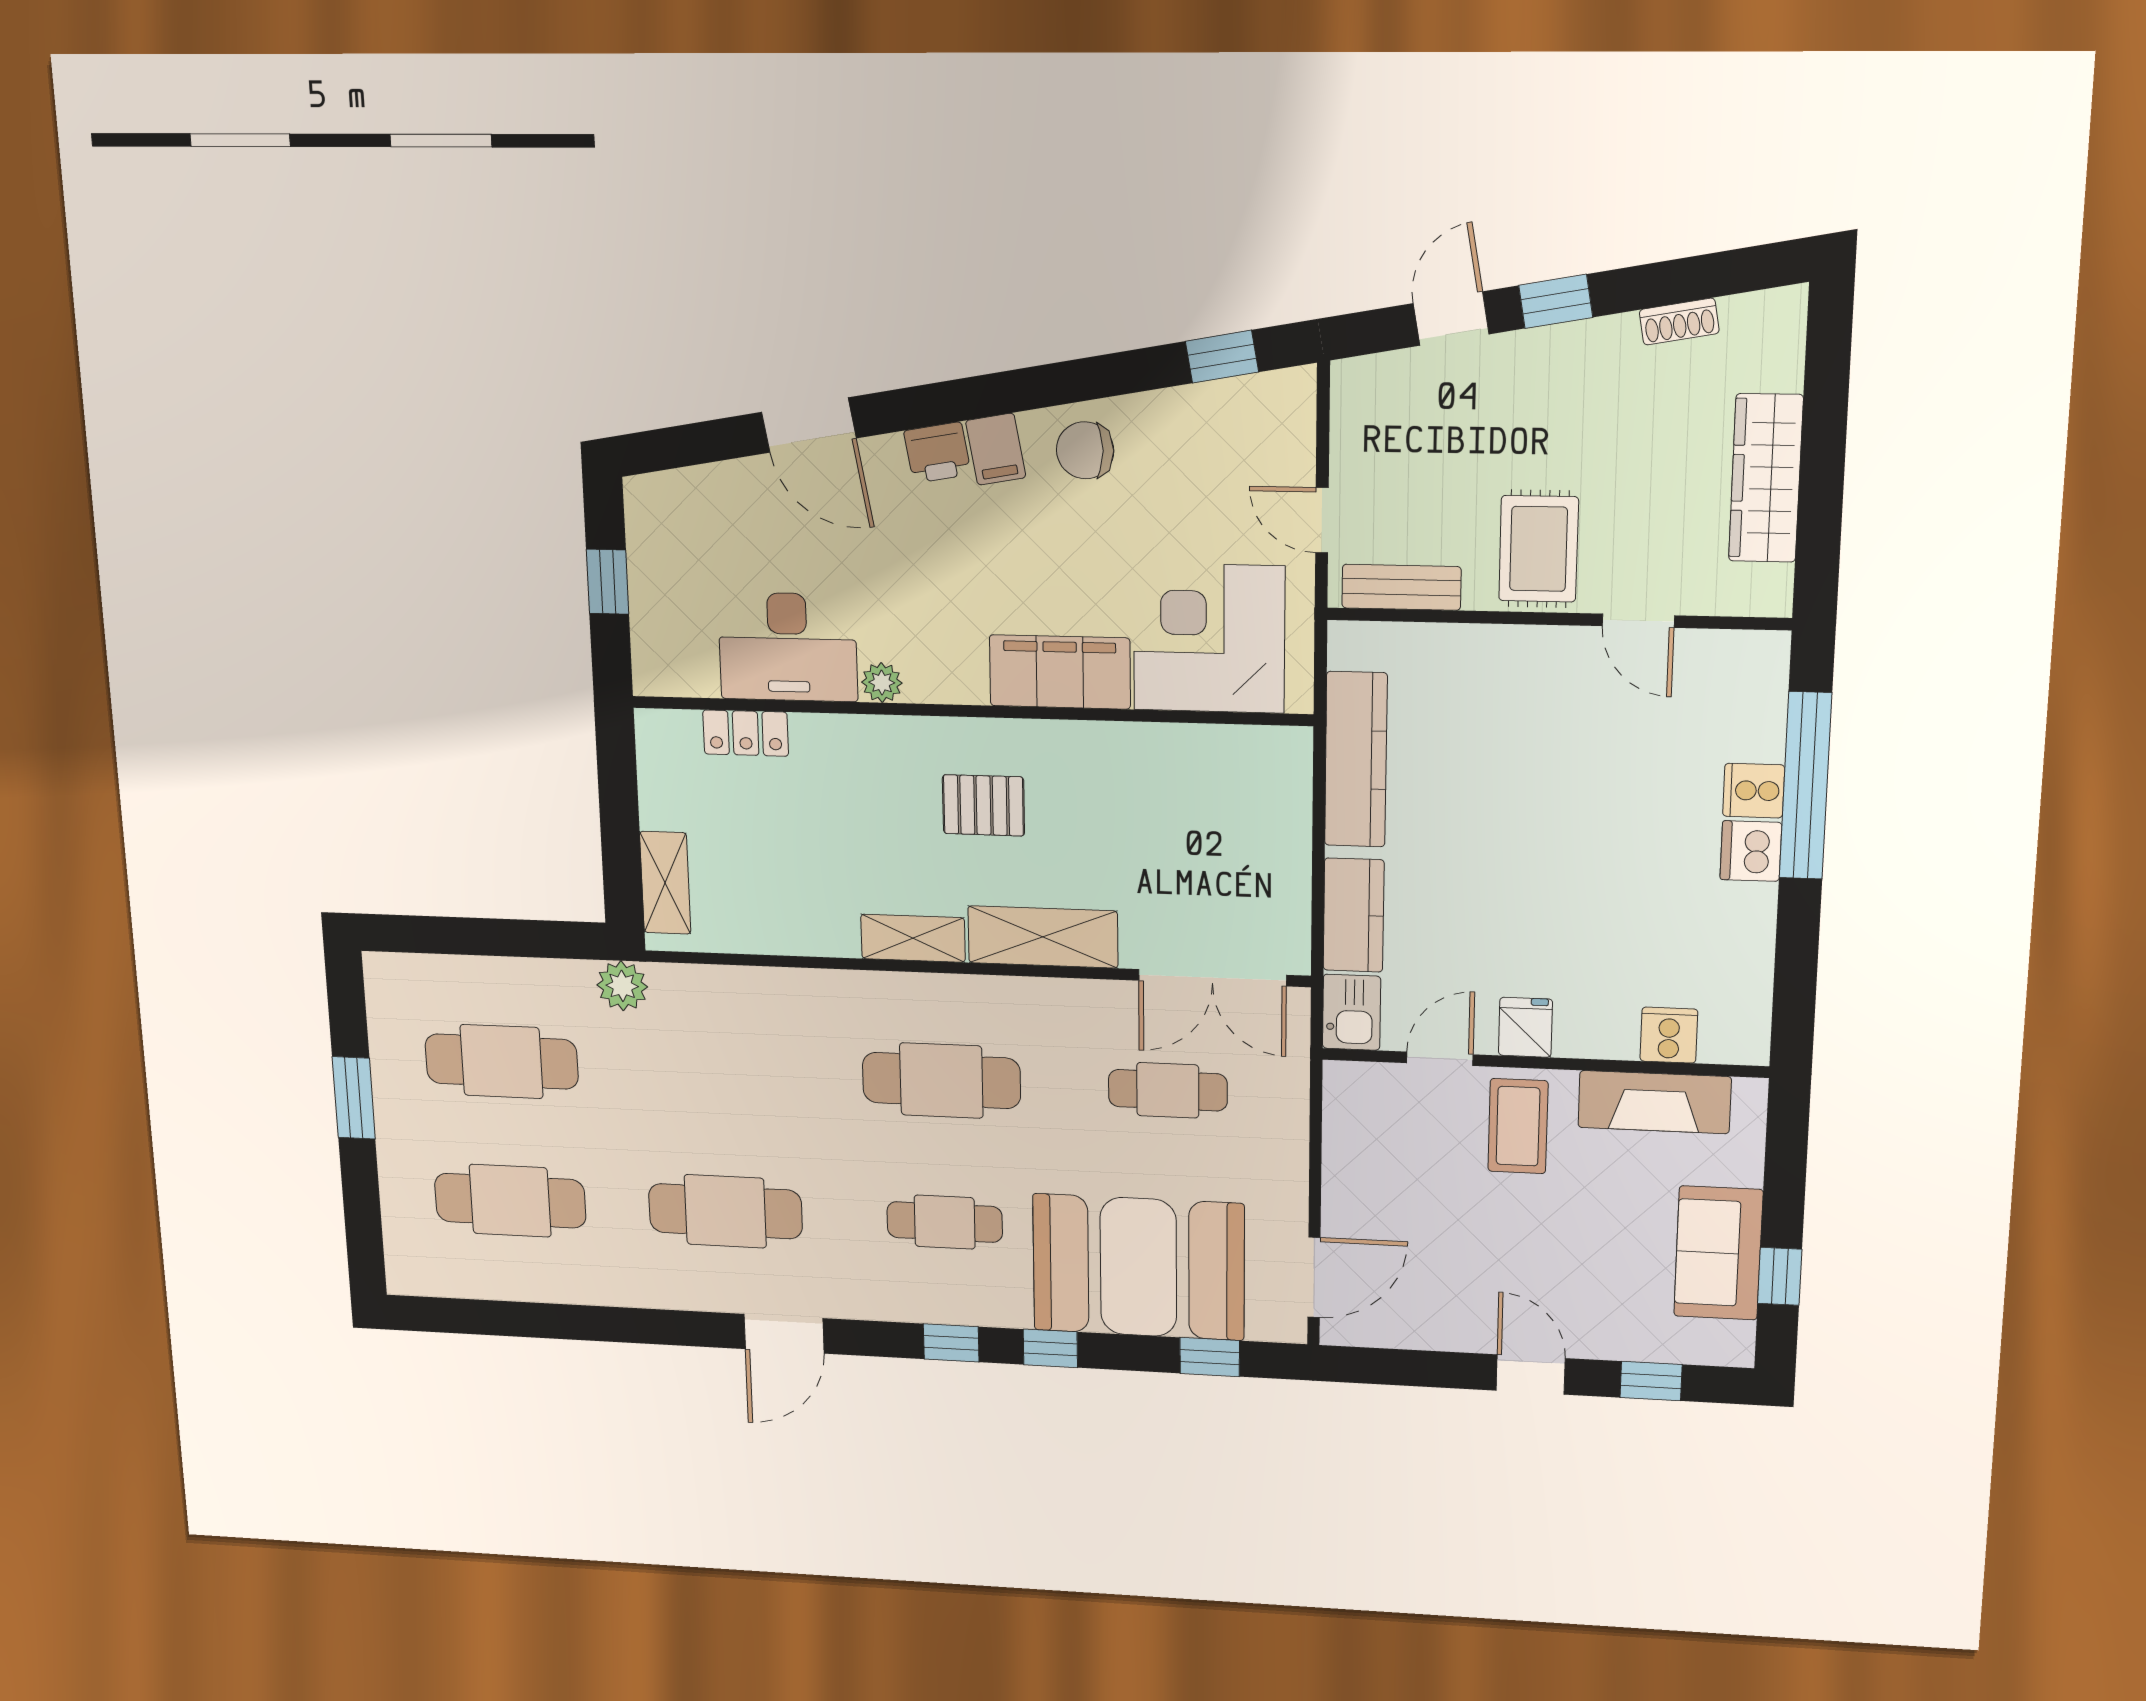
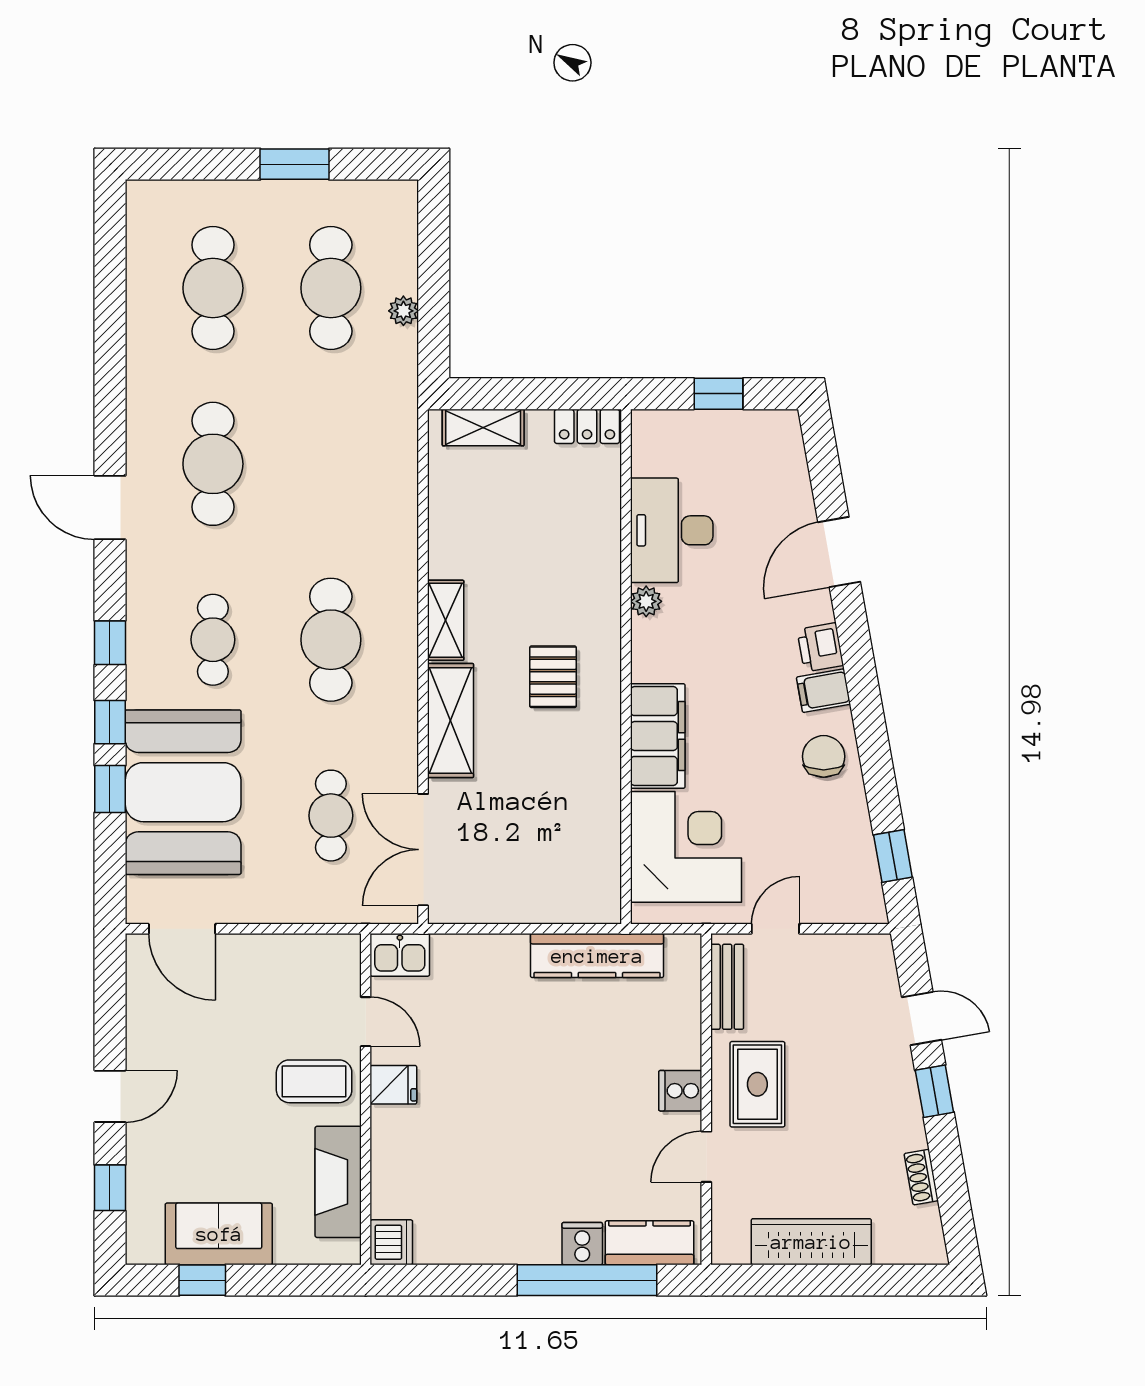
rug: (1539, 549) -> (757, 1084), turned 90
locker: (746, 733) -> (587, 426), moved, turned -90
dishwasher: (1751, 851) -> (391, 1242), moved, turned 90
kitchen counter: (1354, 915) -> (650, 1243), moved, turned 180
plant: (622, 986) -> (403, 311), moved, width x0.73, depth x0.73
cooker: (1669, 1035) -> (680, 1091), moved, turned 180
window: (1210, 1357) -> (110, 789), moved

